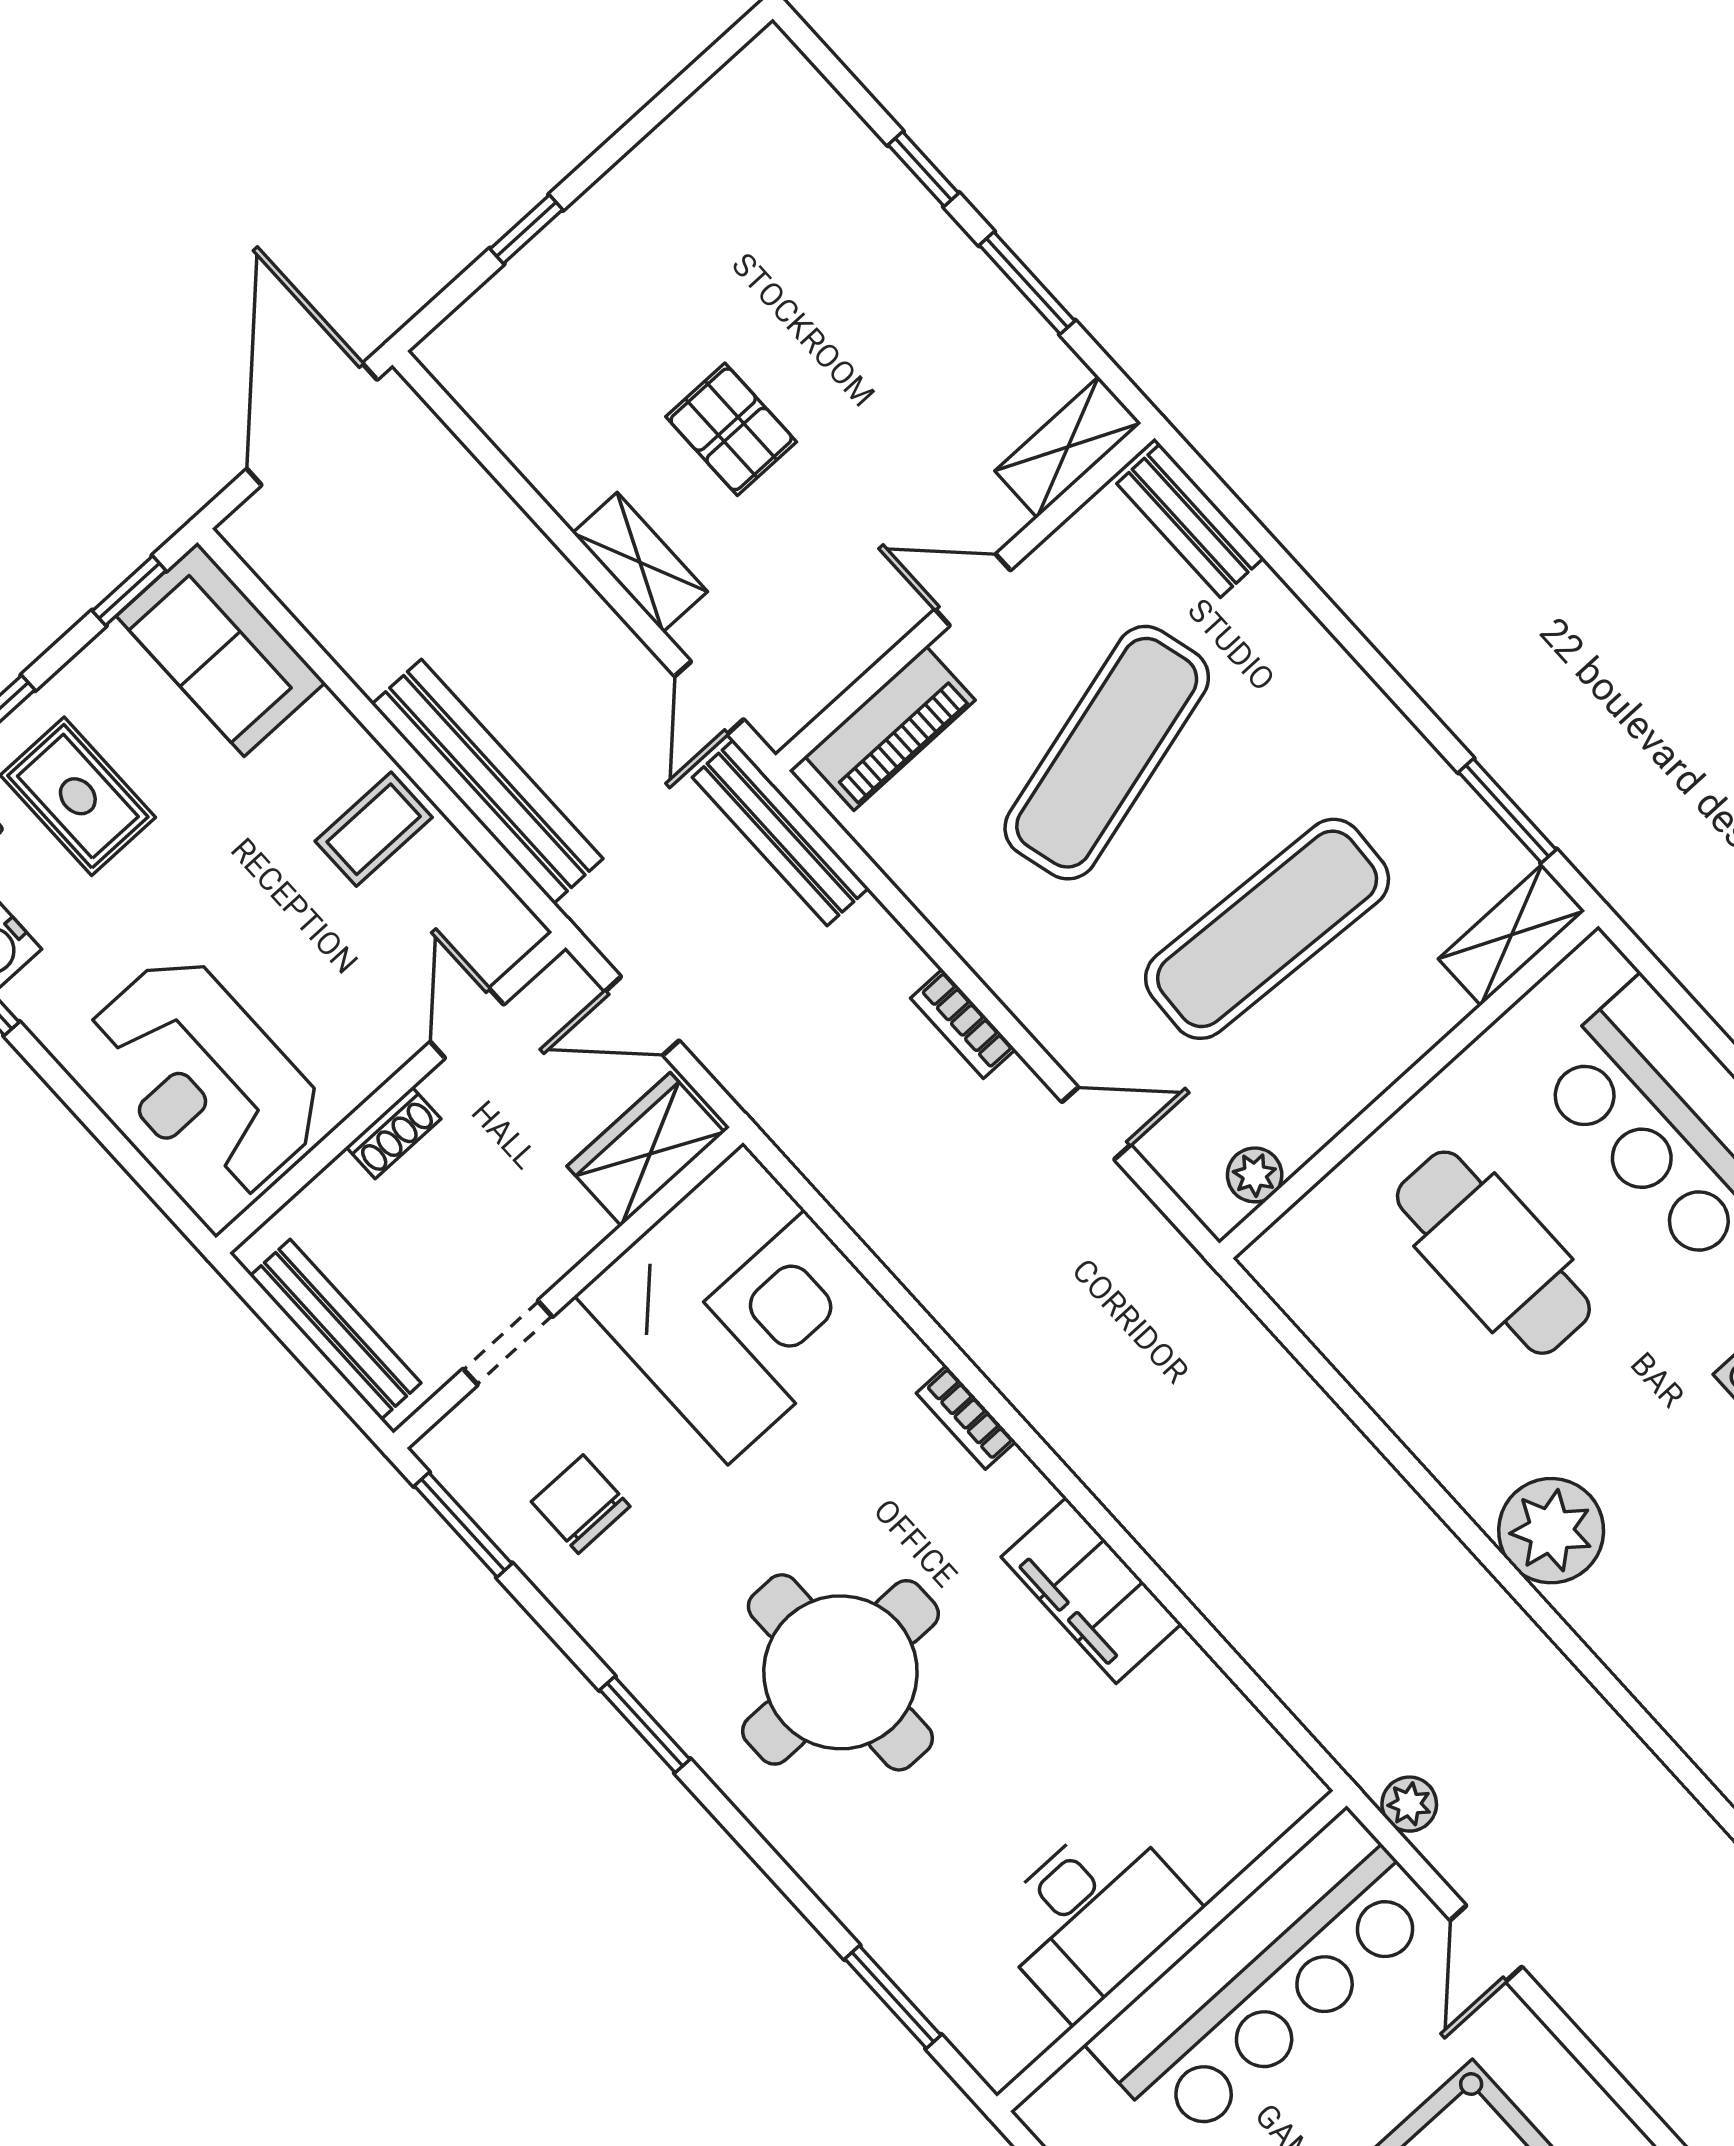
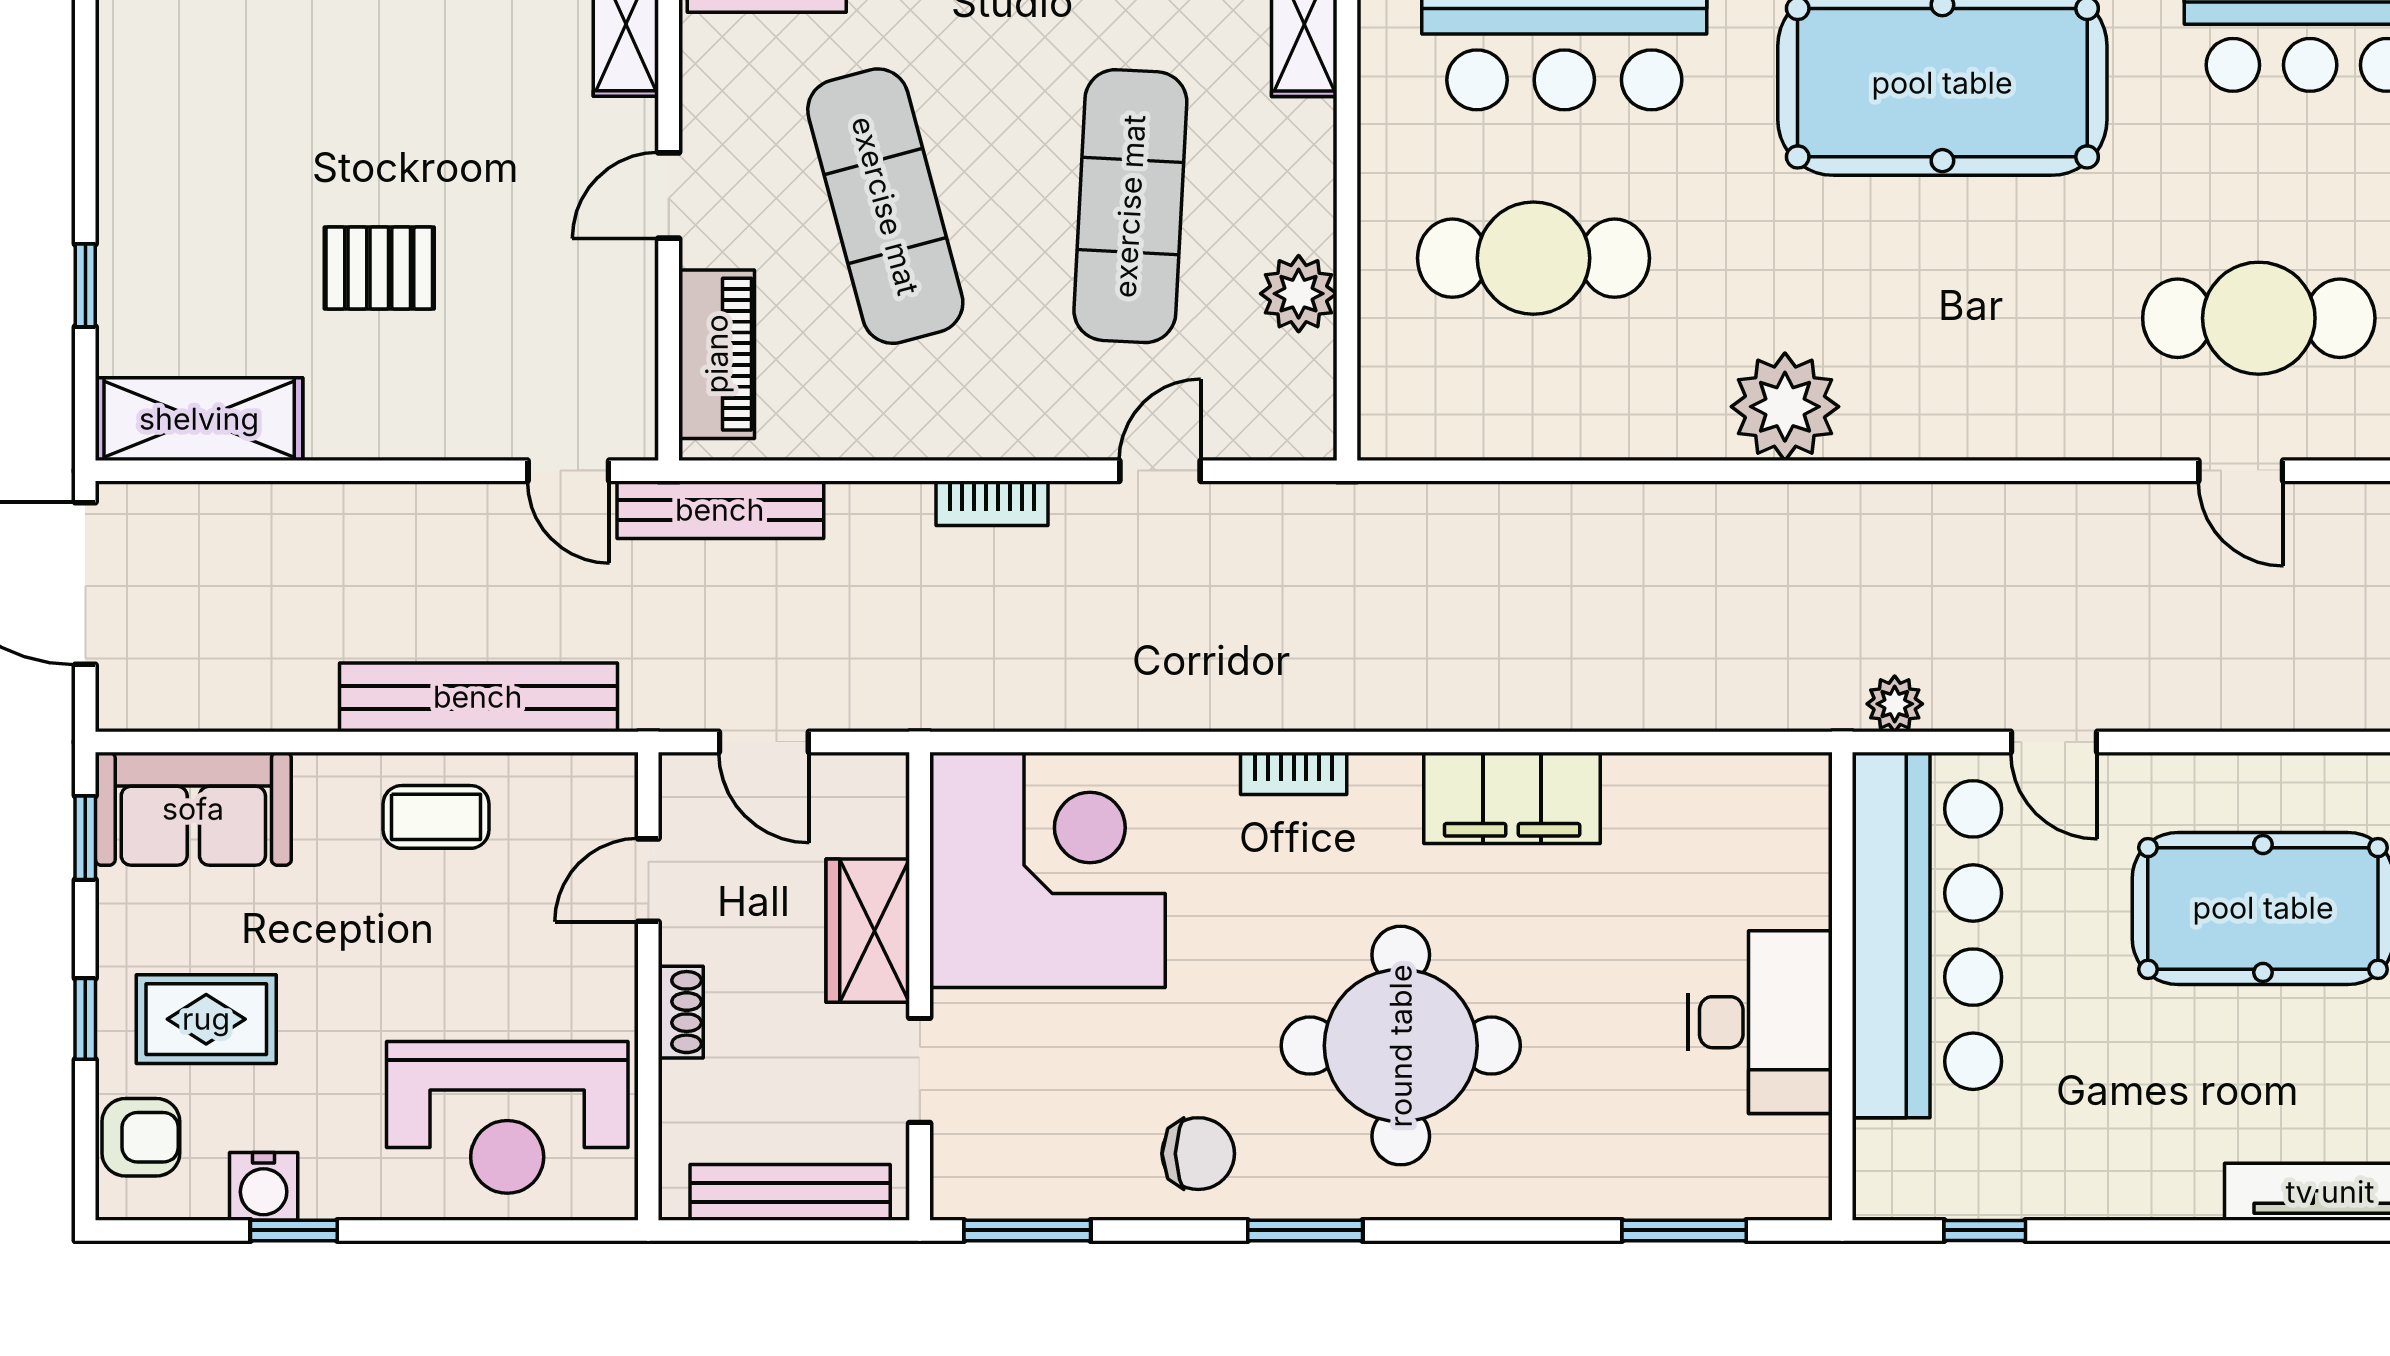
shelving: (640, 562) -> (199, 419), moved, width x1.50, depth x1.33
coffee table: (374, 829) -> (436, 817), turned 90
door: (642, 1016) -> (764, 742), hinge flipped
door: (467, 1023) -> (648, 880), hinge flipped
wardrobe: (646, 1149) -> (868, 931), moved
plant: (1255, 1175) -> (1299, 294), moved, width x1.38, depth x1.38
chair: (581, 1504) -> (1198, 1154), moved, turned 180

